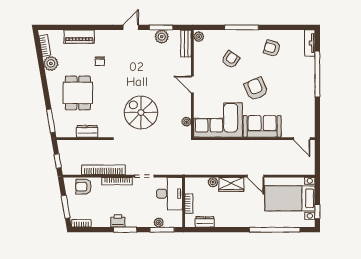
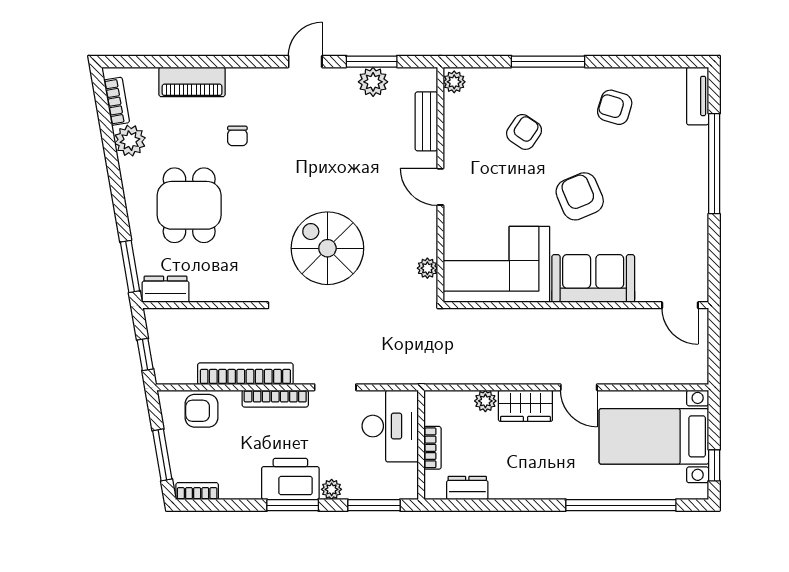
bench: (186, 44) -> (426, 121), moved
dresser: (87, 131) -> (166, 289), moved
printer: (118, 221) -> (290, 479), width x1.87, depth x1.48
plant: (159, 223) -> (332, 489), moved

